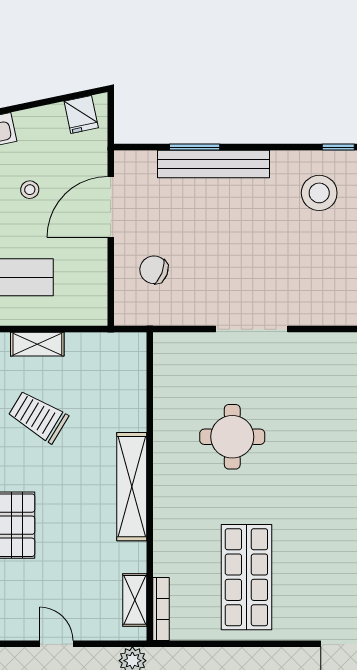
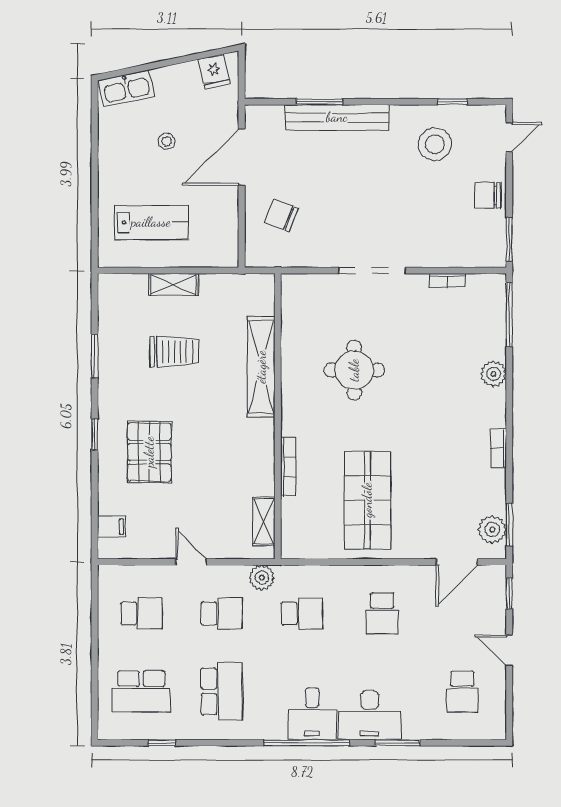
bookcase: (333, 340) -> (447, 280), added
trolley: (38, 417) -> (174, 352), turned 149
shelving: (132, 487) -> (261, 367), moved
bookcase: (161, 609) -> (288, 467), moved

